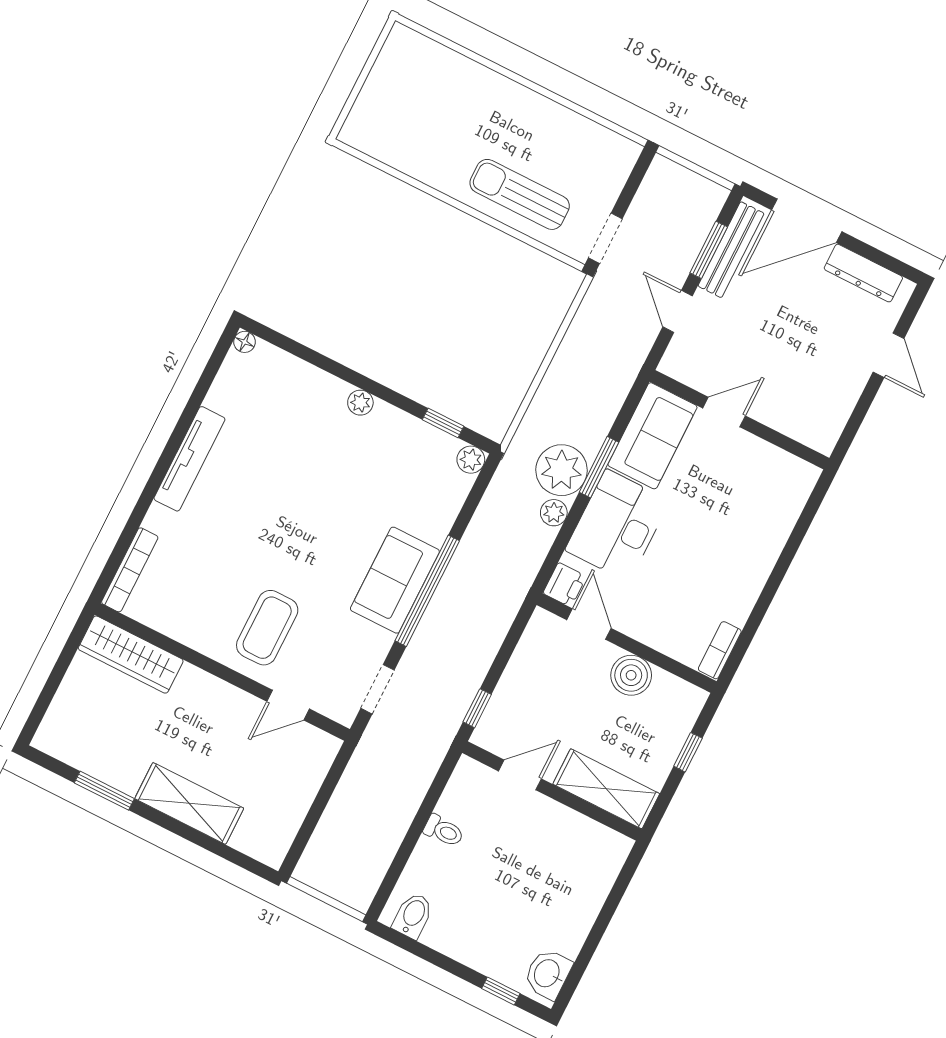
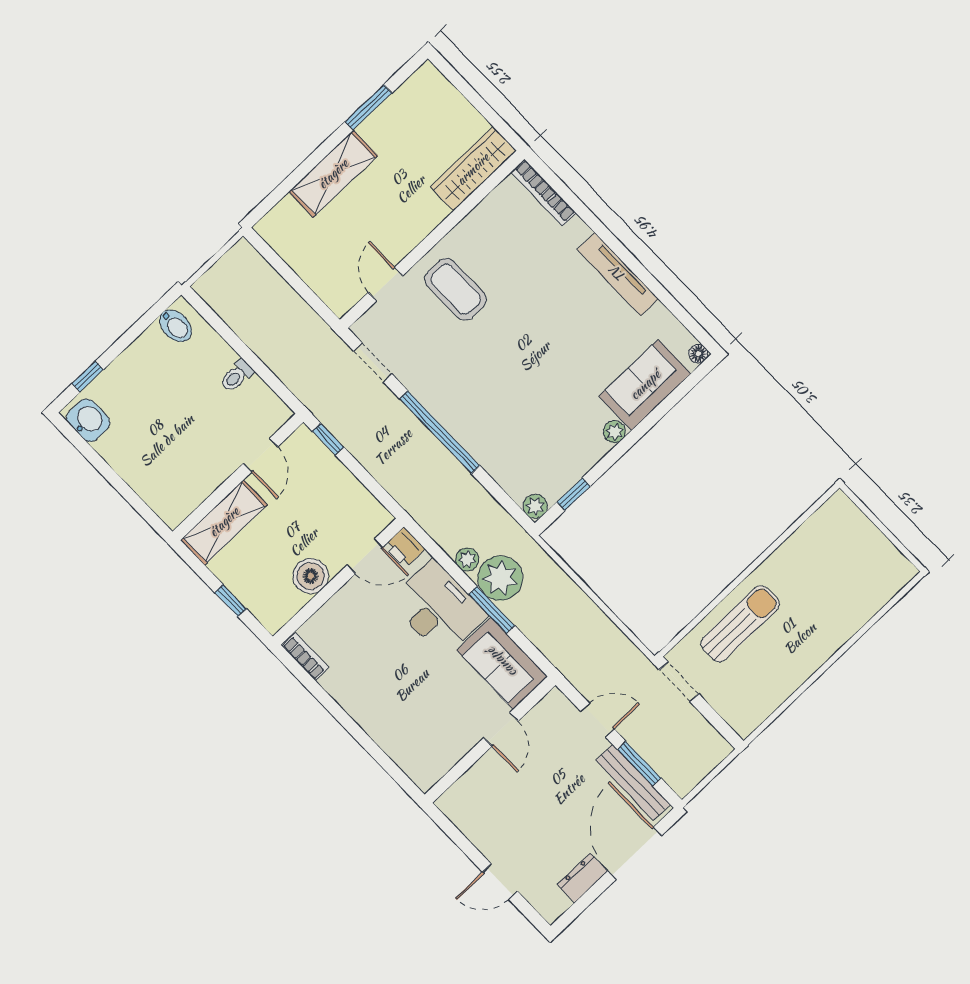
dresser: (863, 273) -> (582, 878), width x0.70
sofa: (395, 580) -> (645, 385), moved, turned -90

